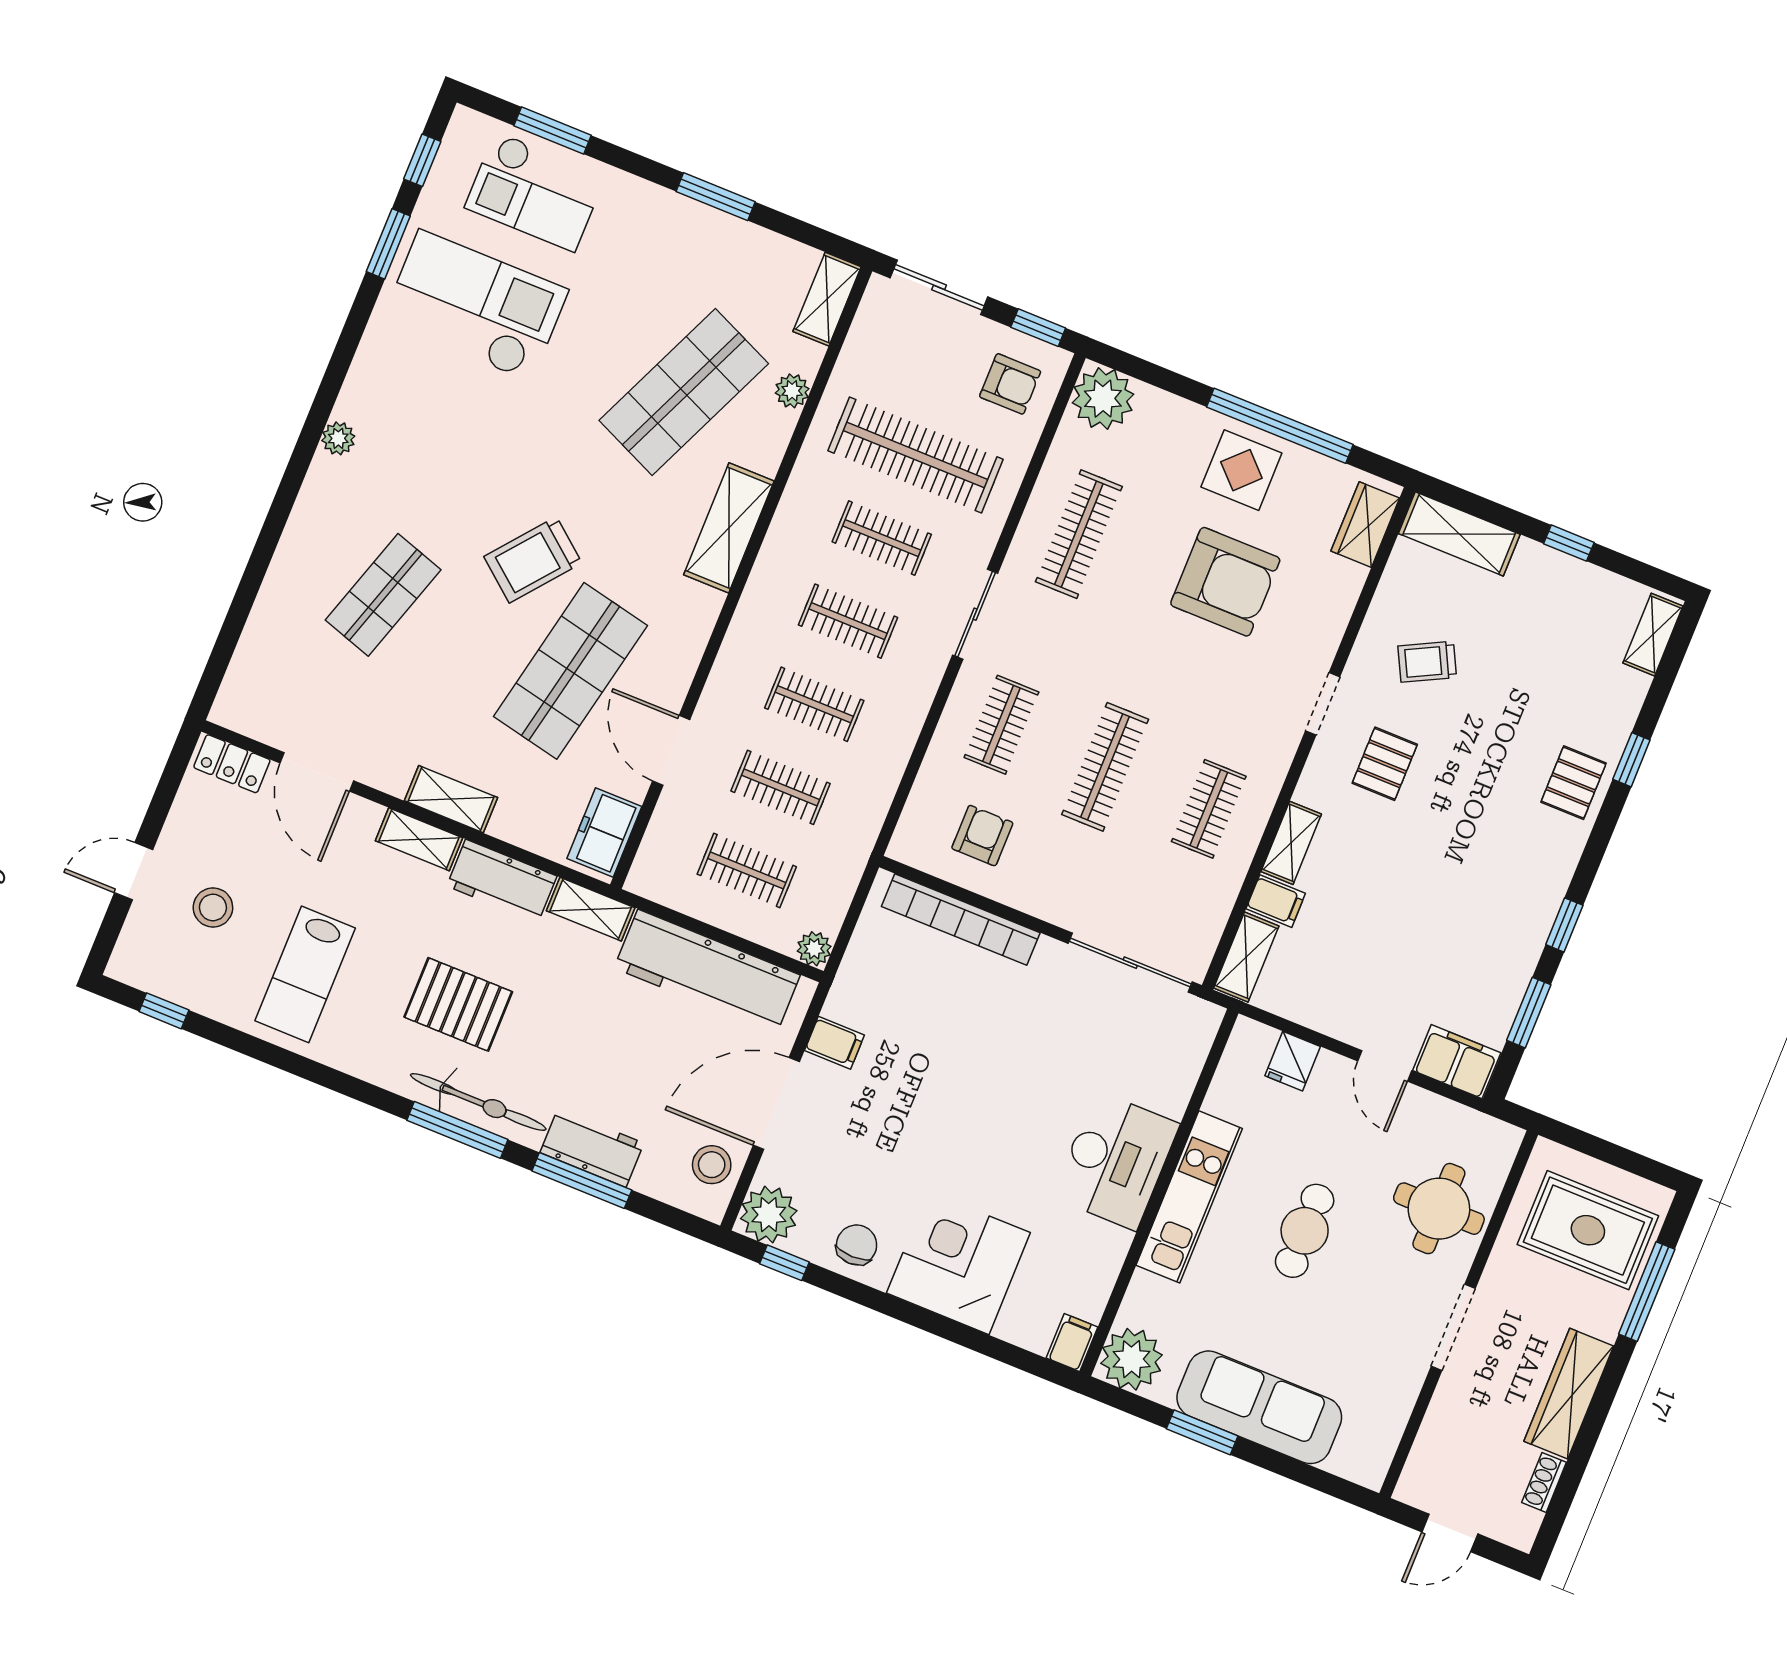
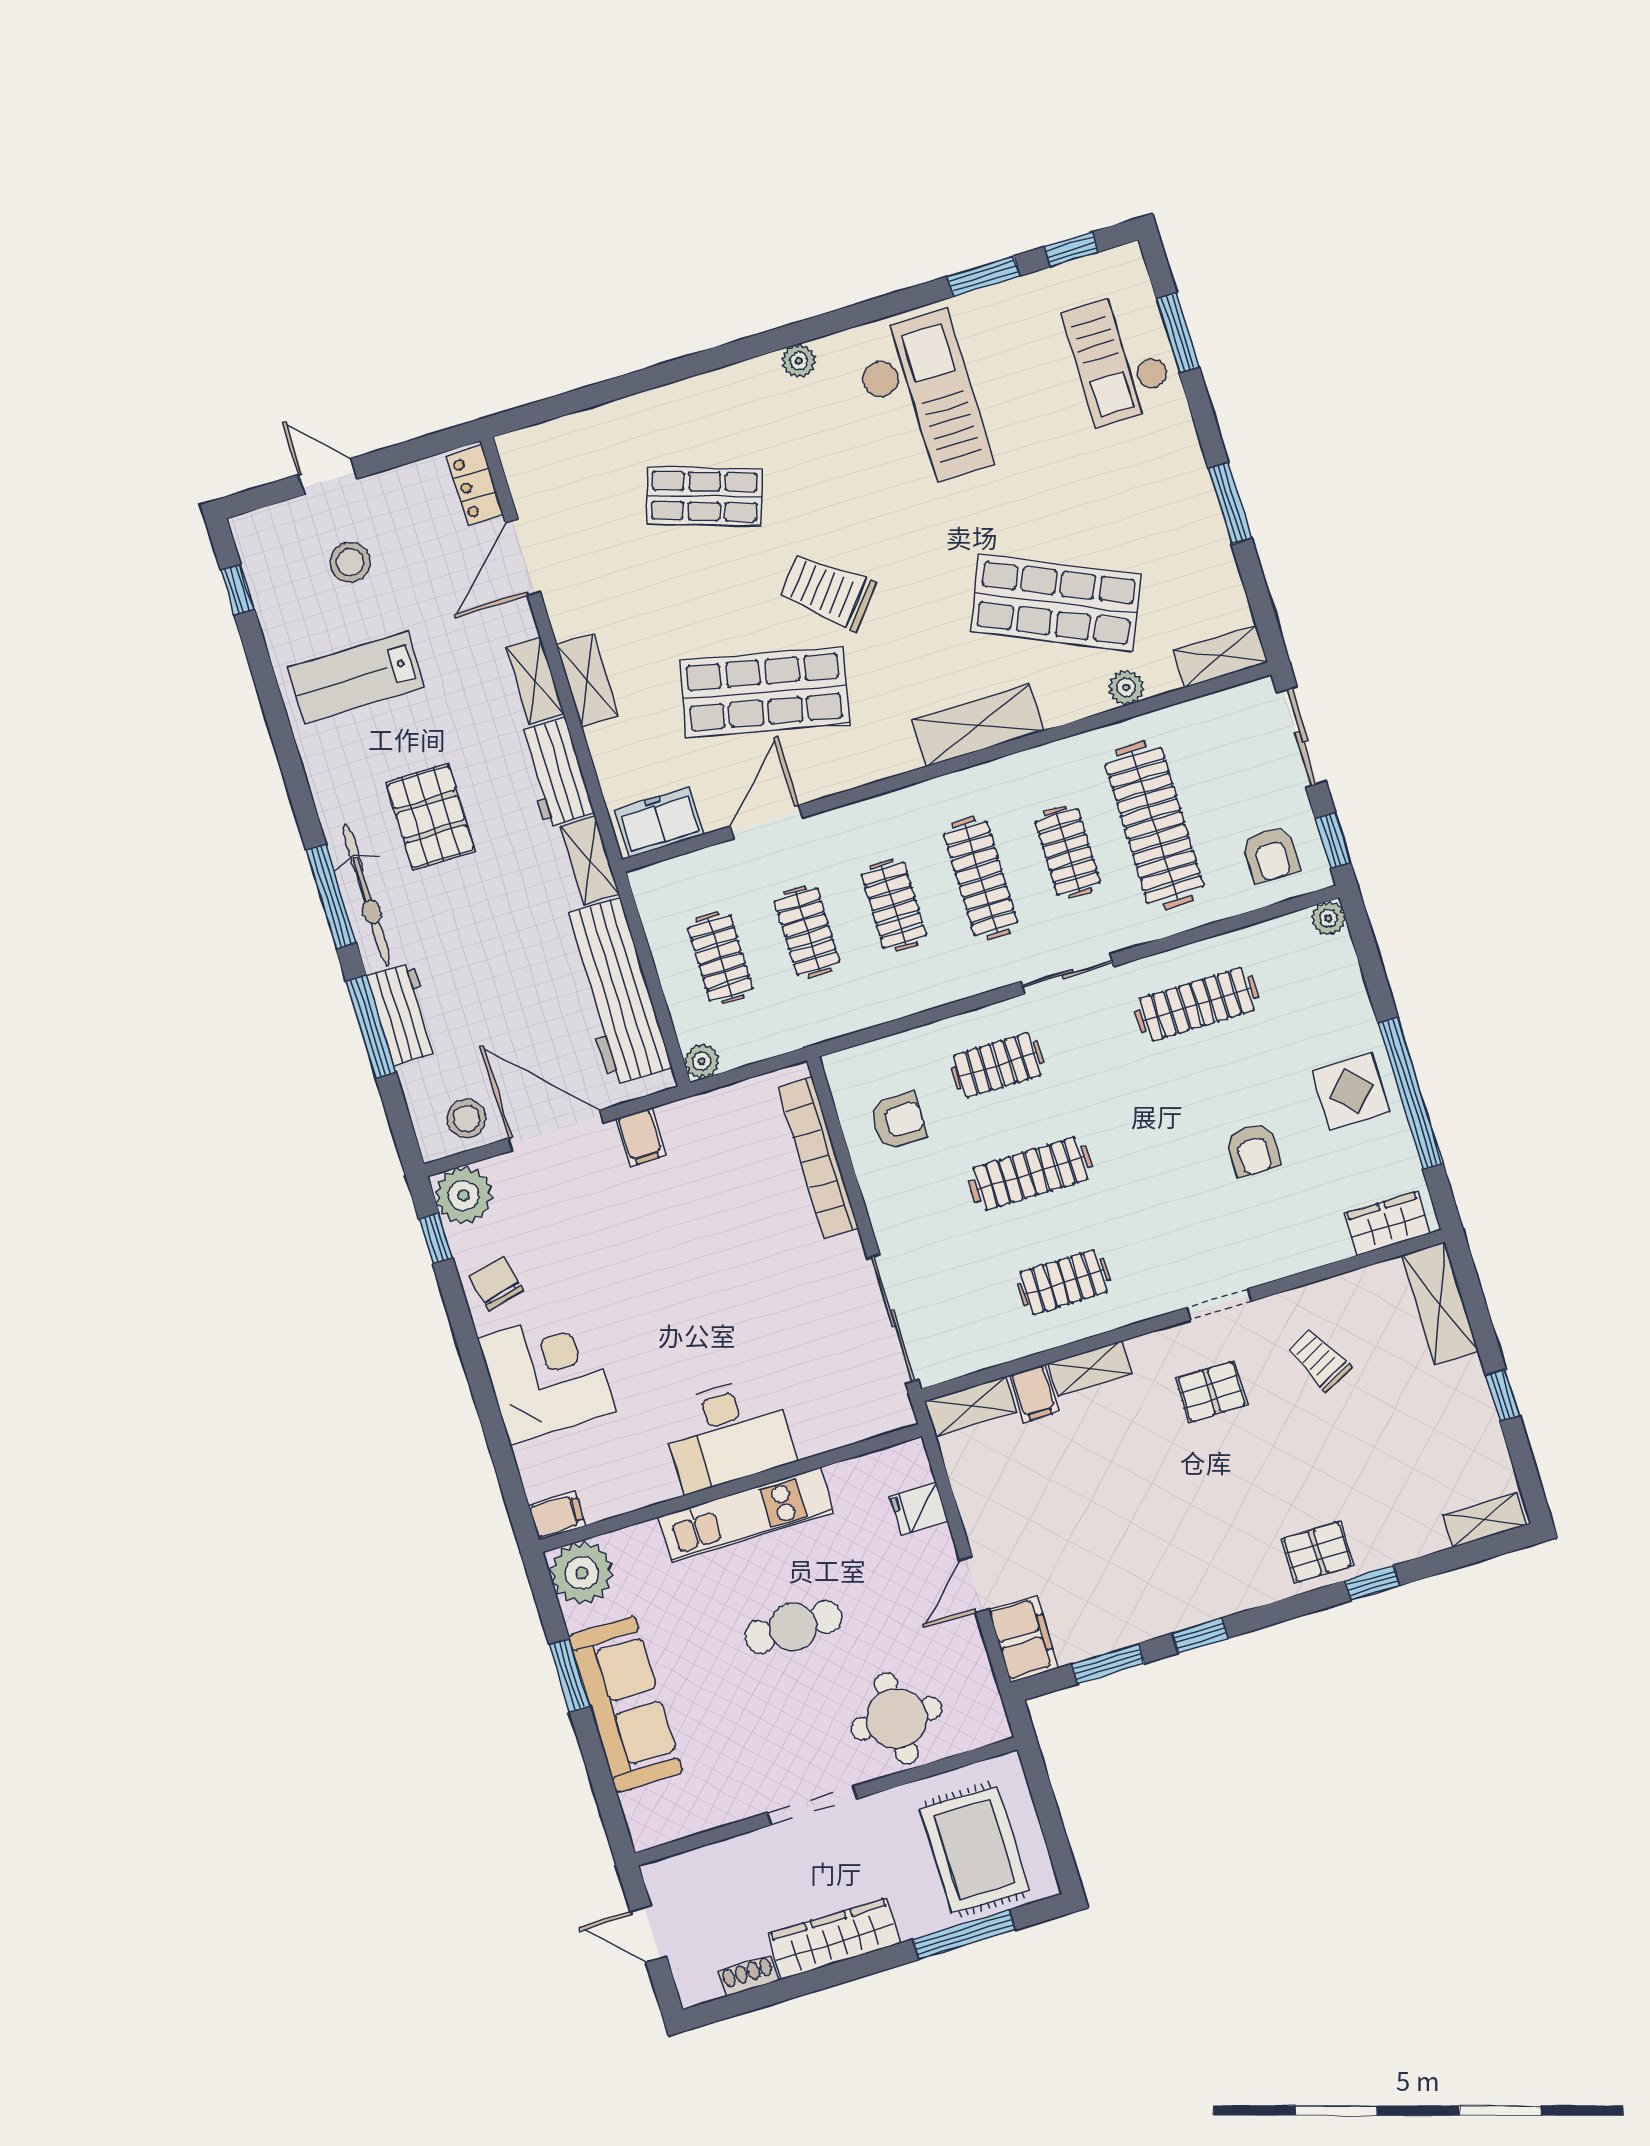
checkout: (475, 306) -> (922, 401), moved
plant: (1103, 399) -> (1329, 918), width x0.53, depth x0.53
armchair: (1225, 582) -> (1253, 1150), width x0.53, depth x0.53
clothes rail: (848, 621) -> (981, 879), width x1.36
chair: (857, 1245) -> (496, 1284), turned -104

